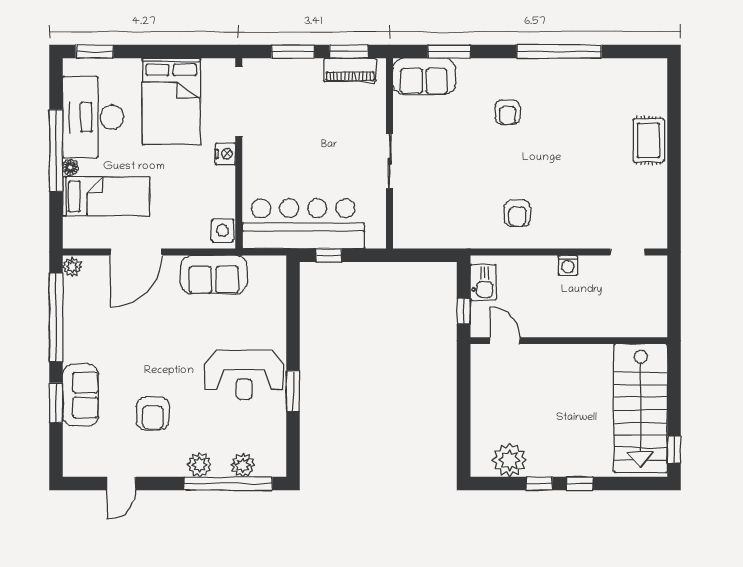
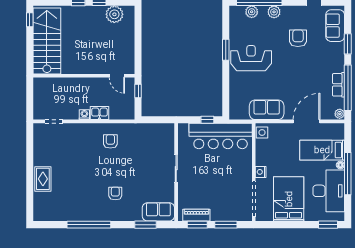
kitchen sink: (483, 282) -> (100, 113), moved, turned 90
row of seats: (74, 323) -> (338, 85), added
sofa: (81, 395) -> (335, 26), moved

